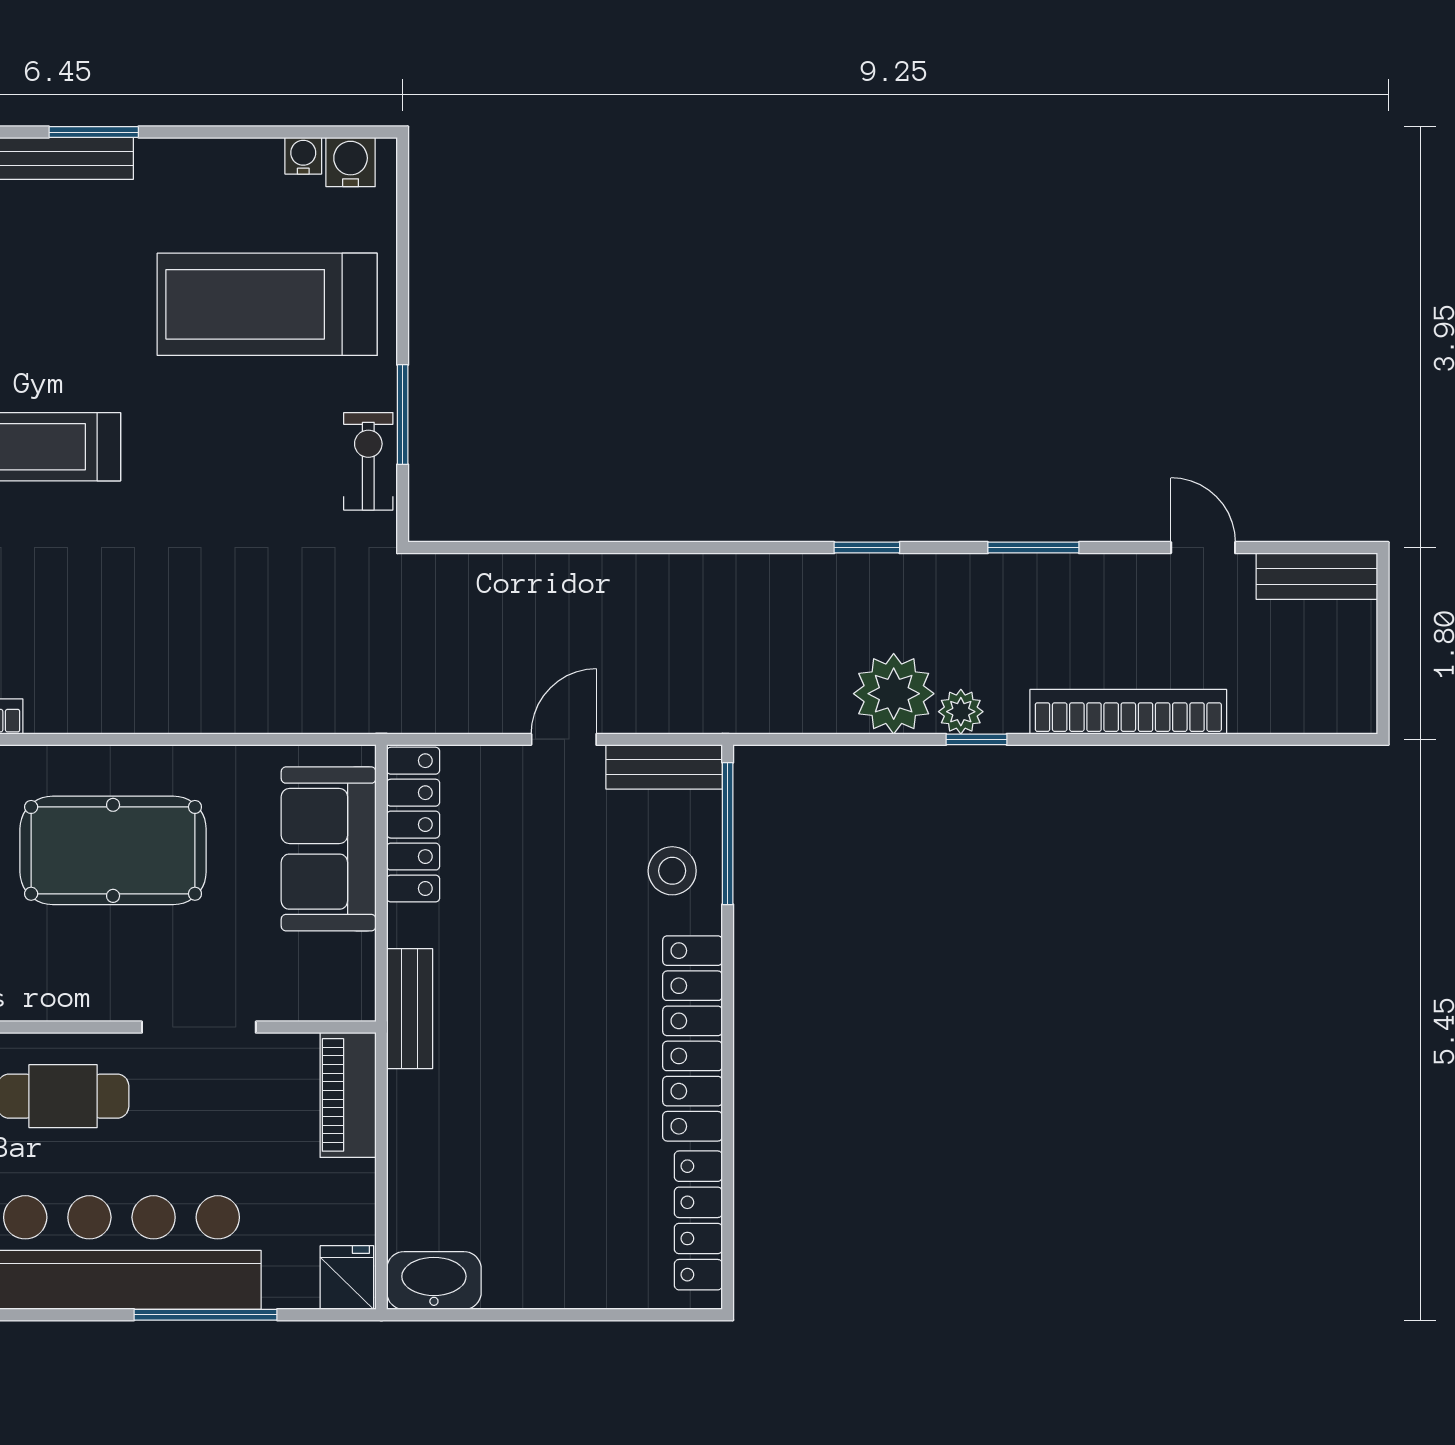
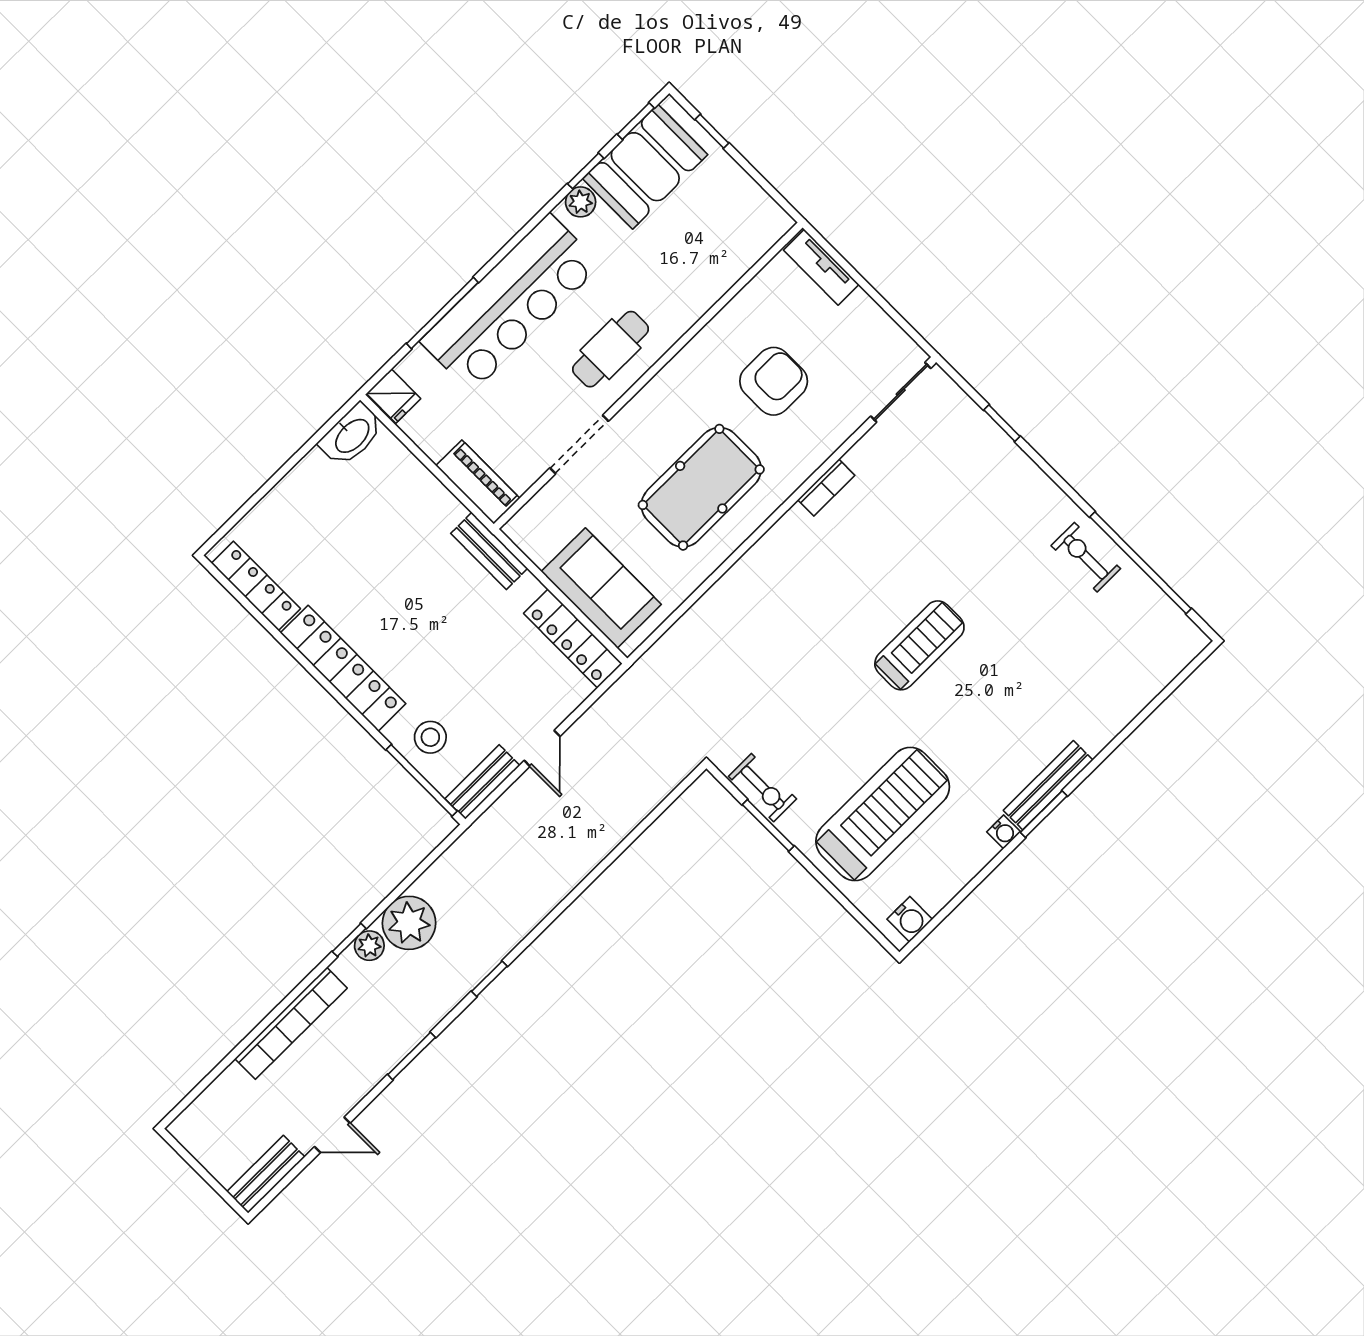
water cooler: (303, 156) -> (1004, 832), moved

